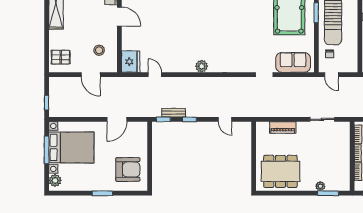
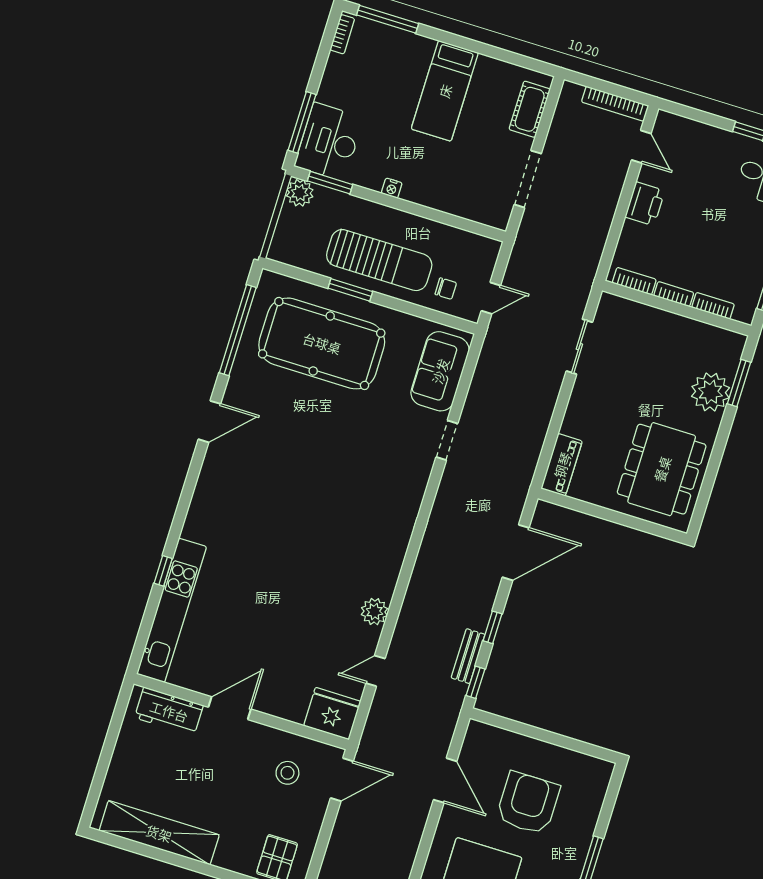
plant: (202, 66) -> (374, 612), moved
door: (91, 75) -> (342, 780), moved
door: (225, 119) -> (516, 553), width x1.87
piano: (283, 127) -> (562, 465), moved
armchair: (128, 169) -> (528, 803), moved
plant: (320, 186) -> (710, 392), width x1.88, depth x1.88

